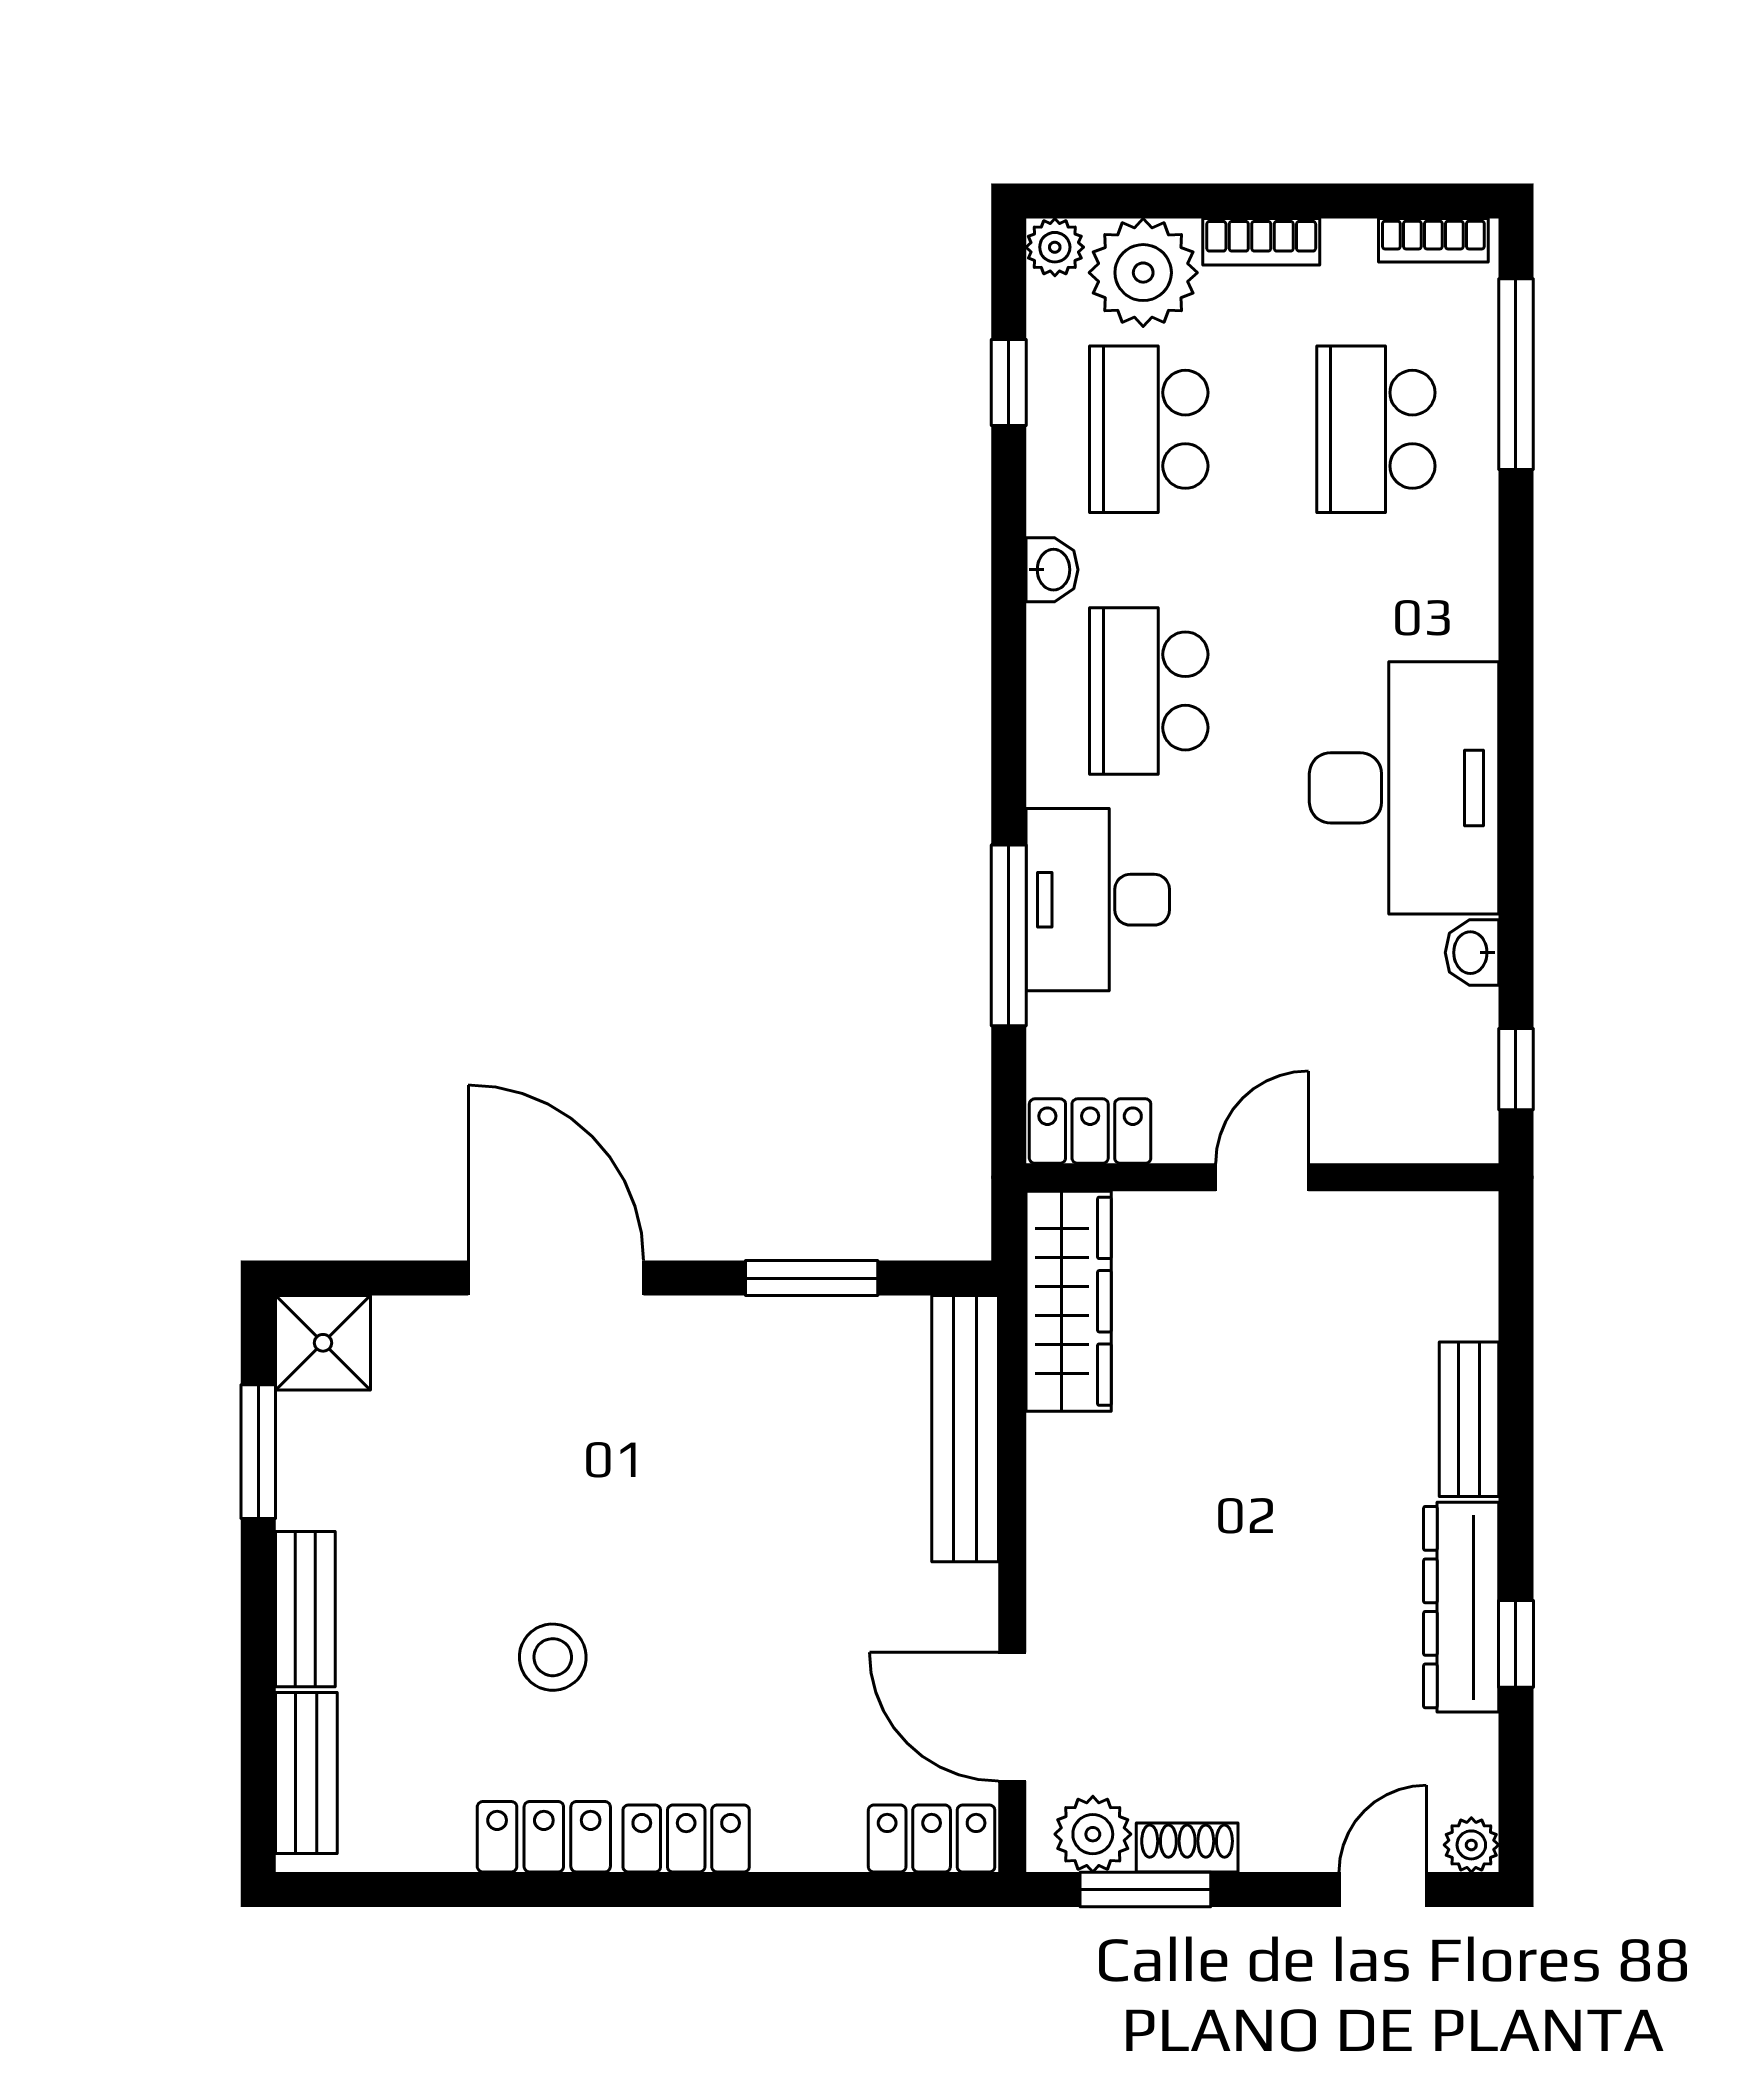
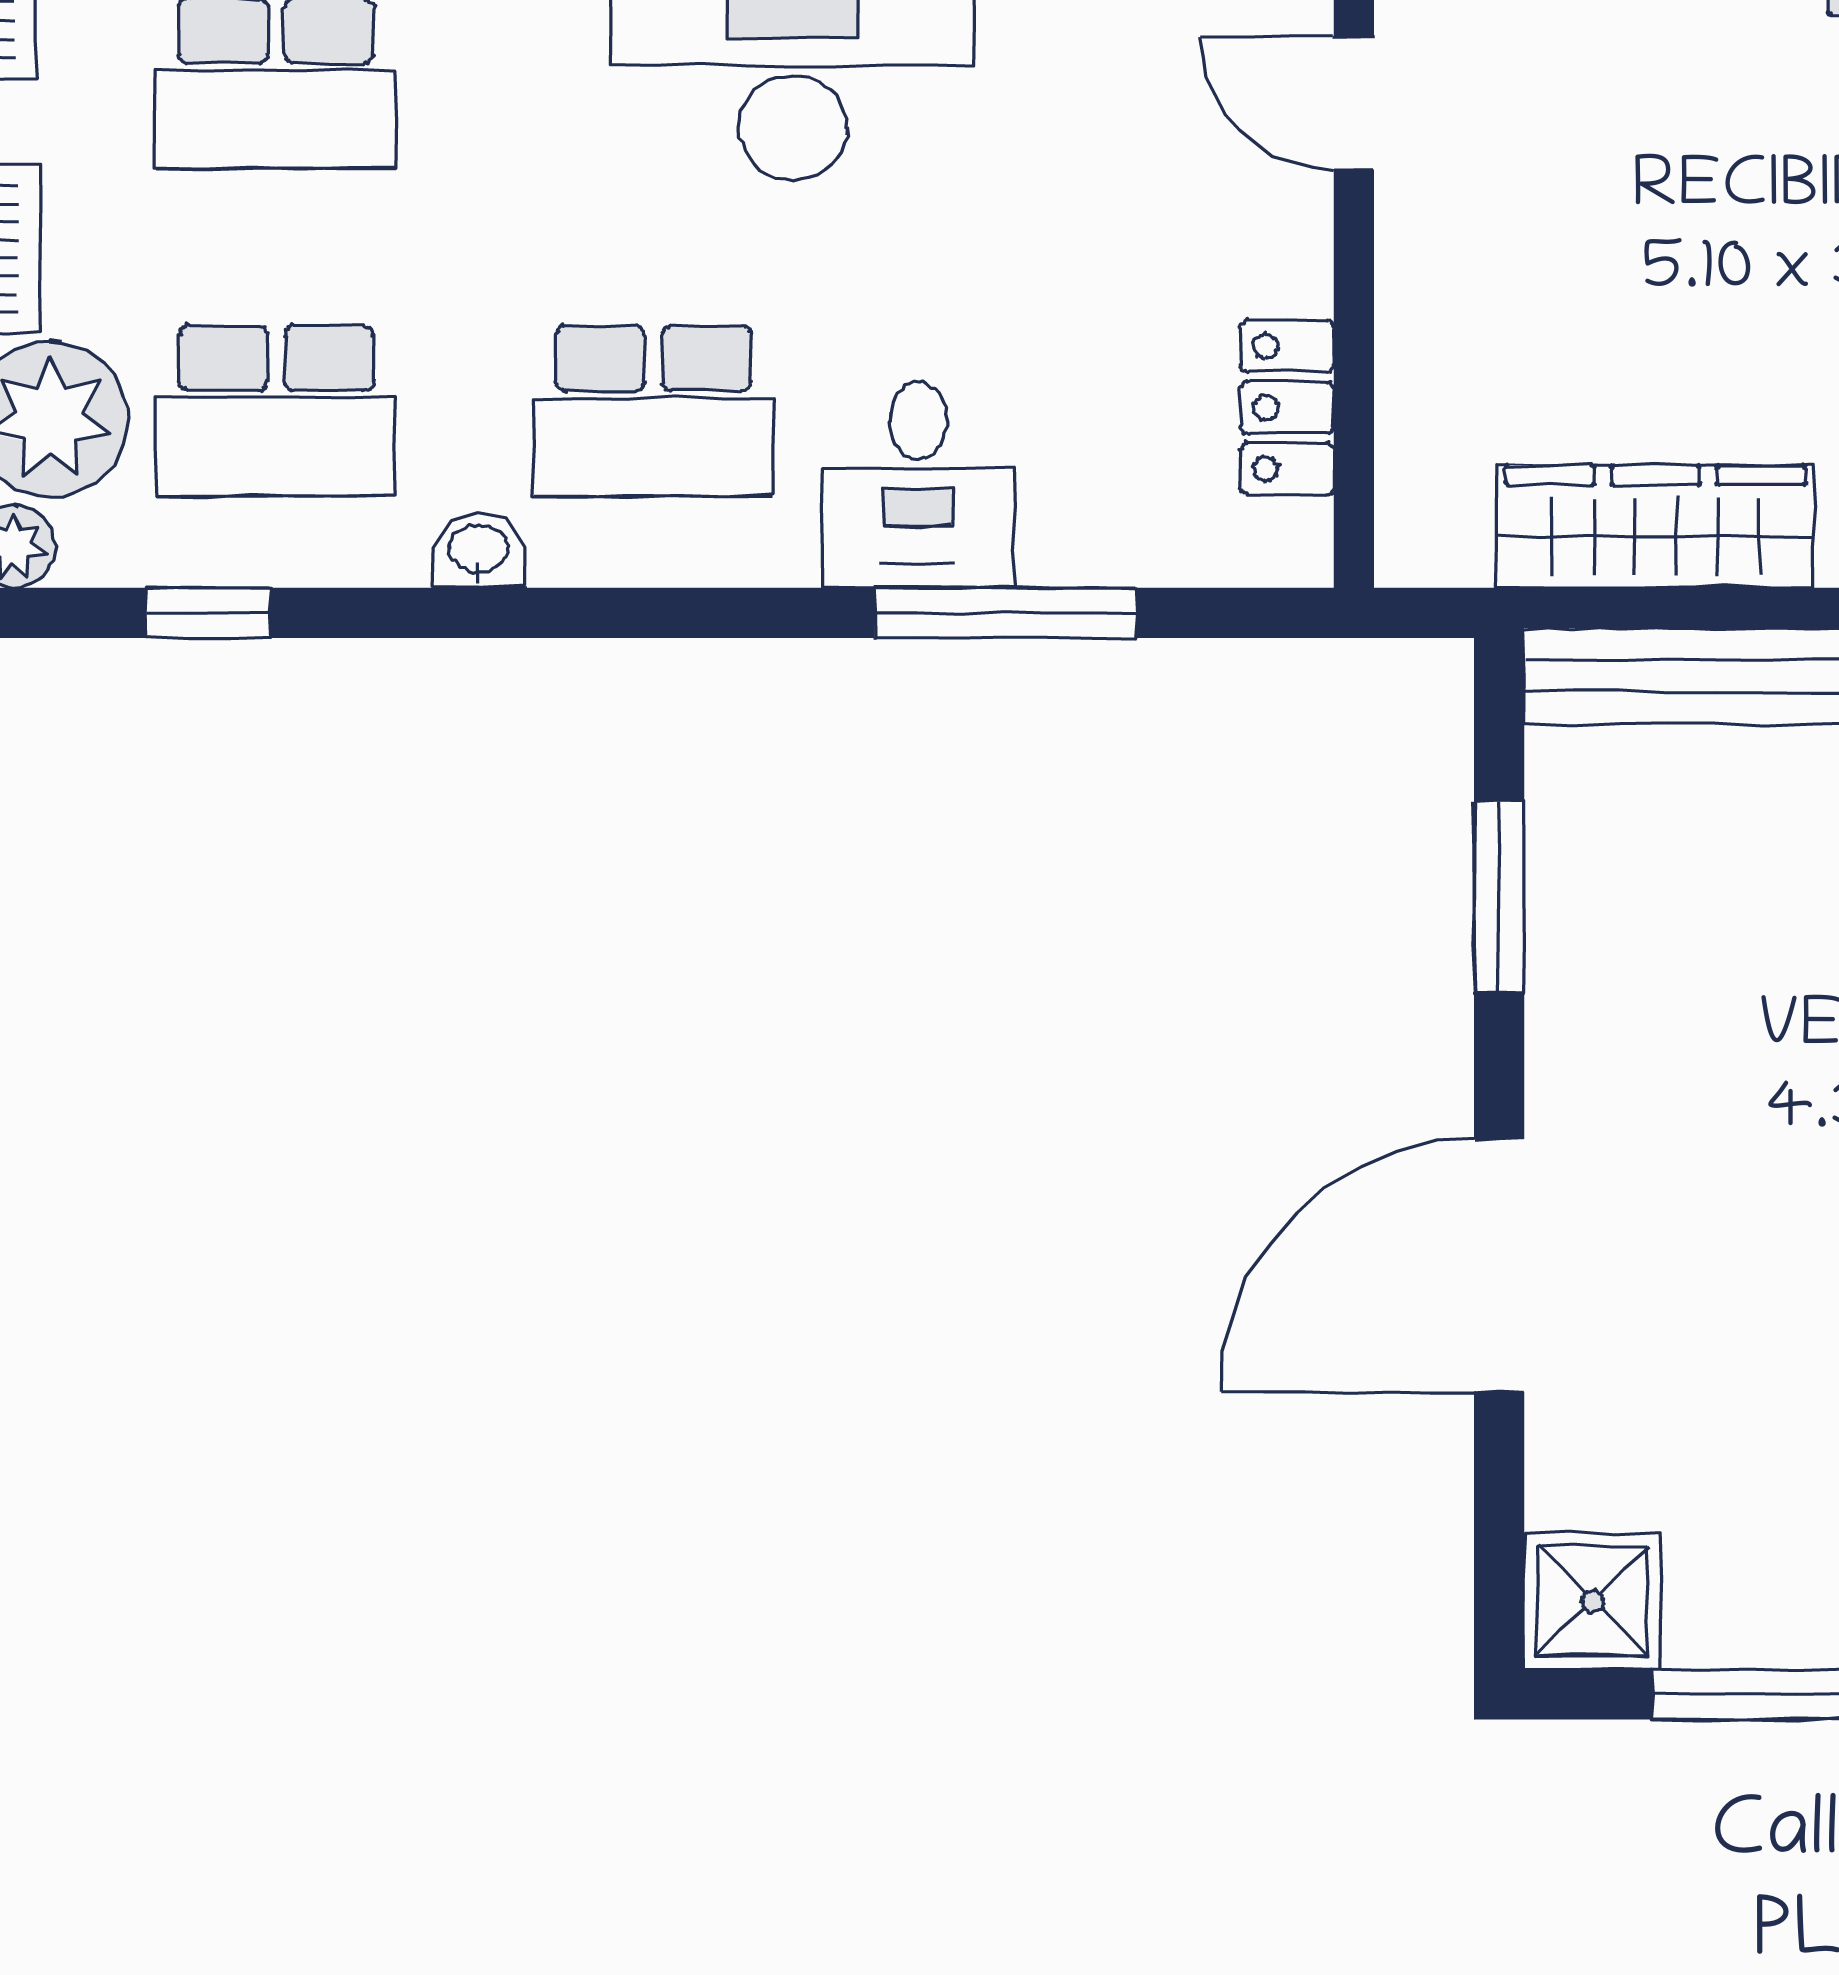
desk: (1098, 900) -> (918, 485), width x0.73
locker: (1090, 1131) -> (1287, 408), moved
door: (1262, 1177) -> (1354, 103), moved
wardrobe: (1069, 1301) -> (1656, 527), moved

